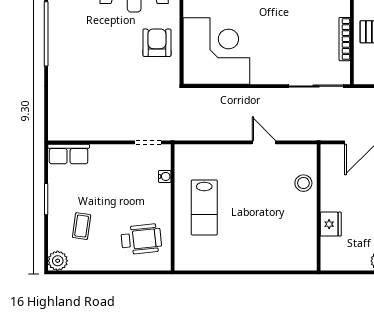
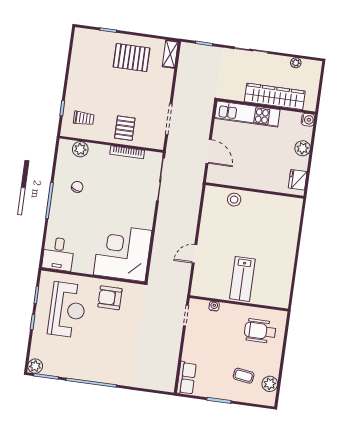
door: (264, 142) -> (194, 254), moved
lab bench: (204, 207) -> (242, 279), turned 90
fridge: (331, 224) -> (298, 180), moved, turned -90
wheelchair: (141, 239) -> (260, 331), turned -84
plant: (58, 261) -> (270, 384), moved

